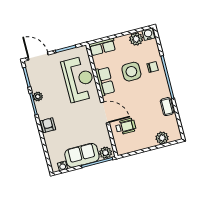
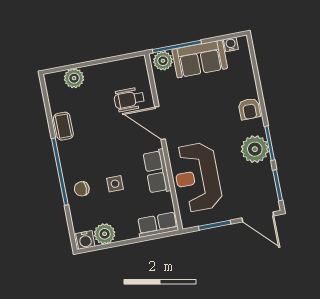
side table: (131, 72) -> (115, 184), width x0.54, depth x0.54
plant: (38, 97) -> (255, 149), width x1.87, depth x1.87

